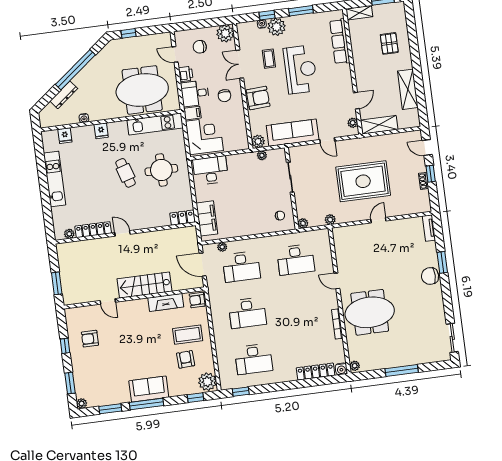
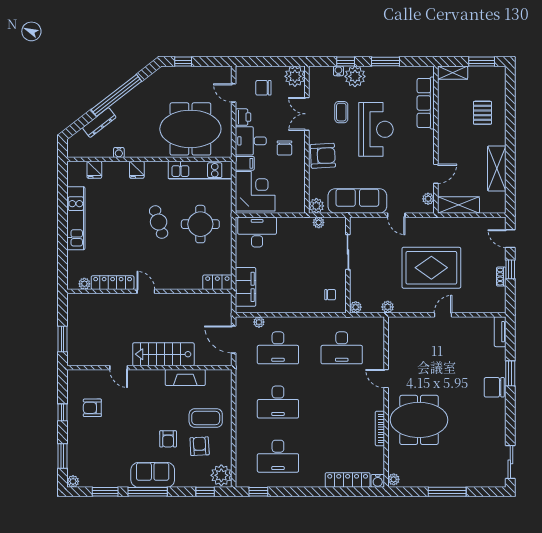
armchair: (197, 300) -> (168, 439), moved, turned -90

